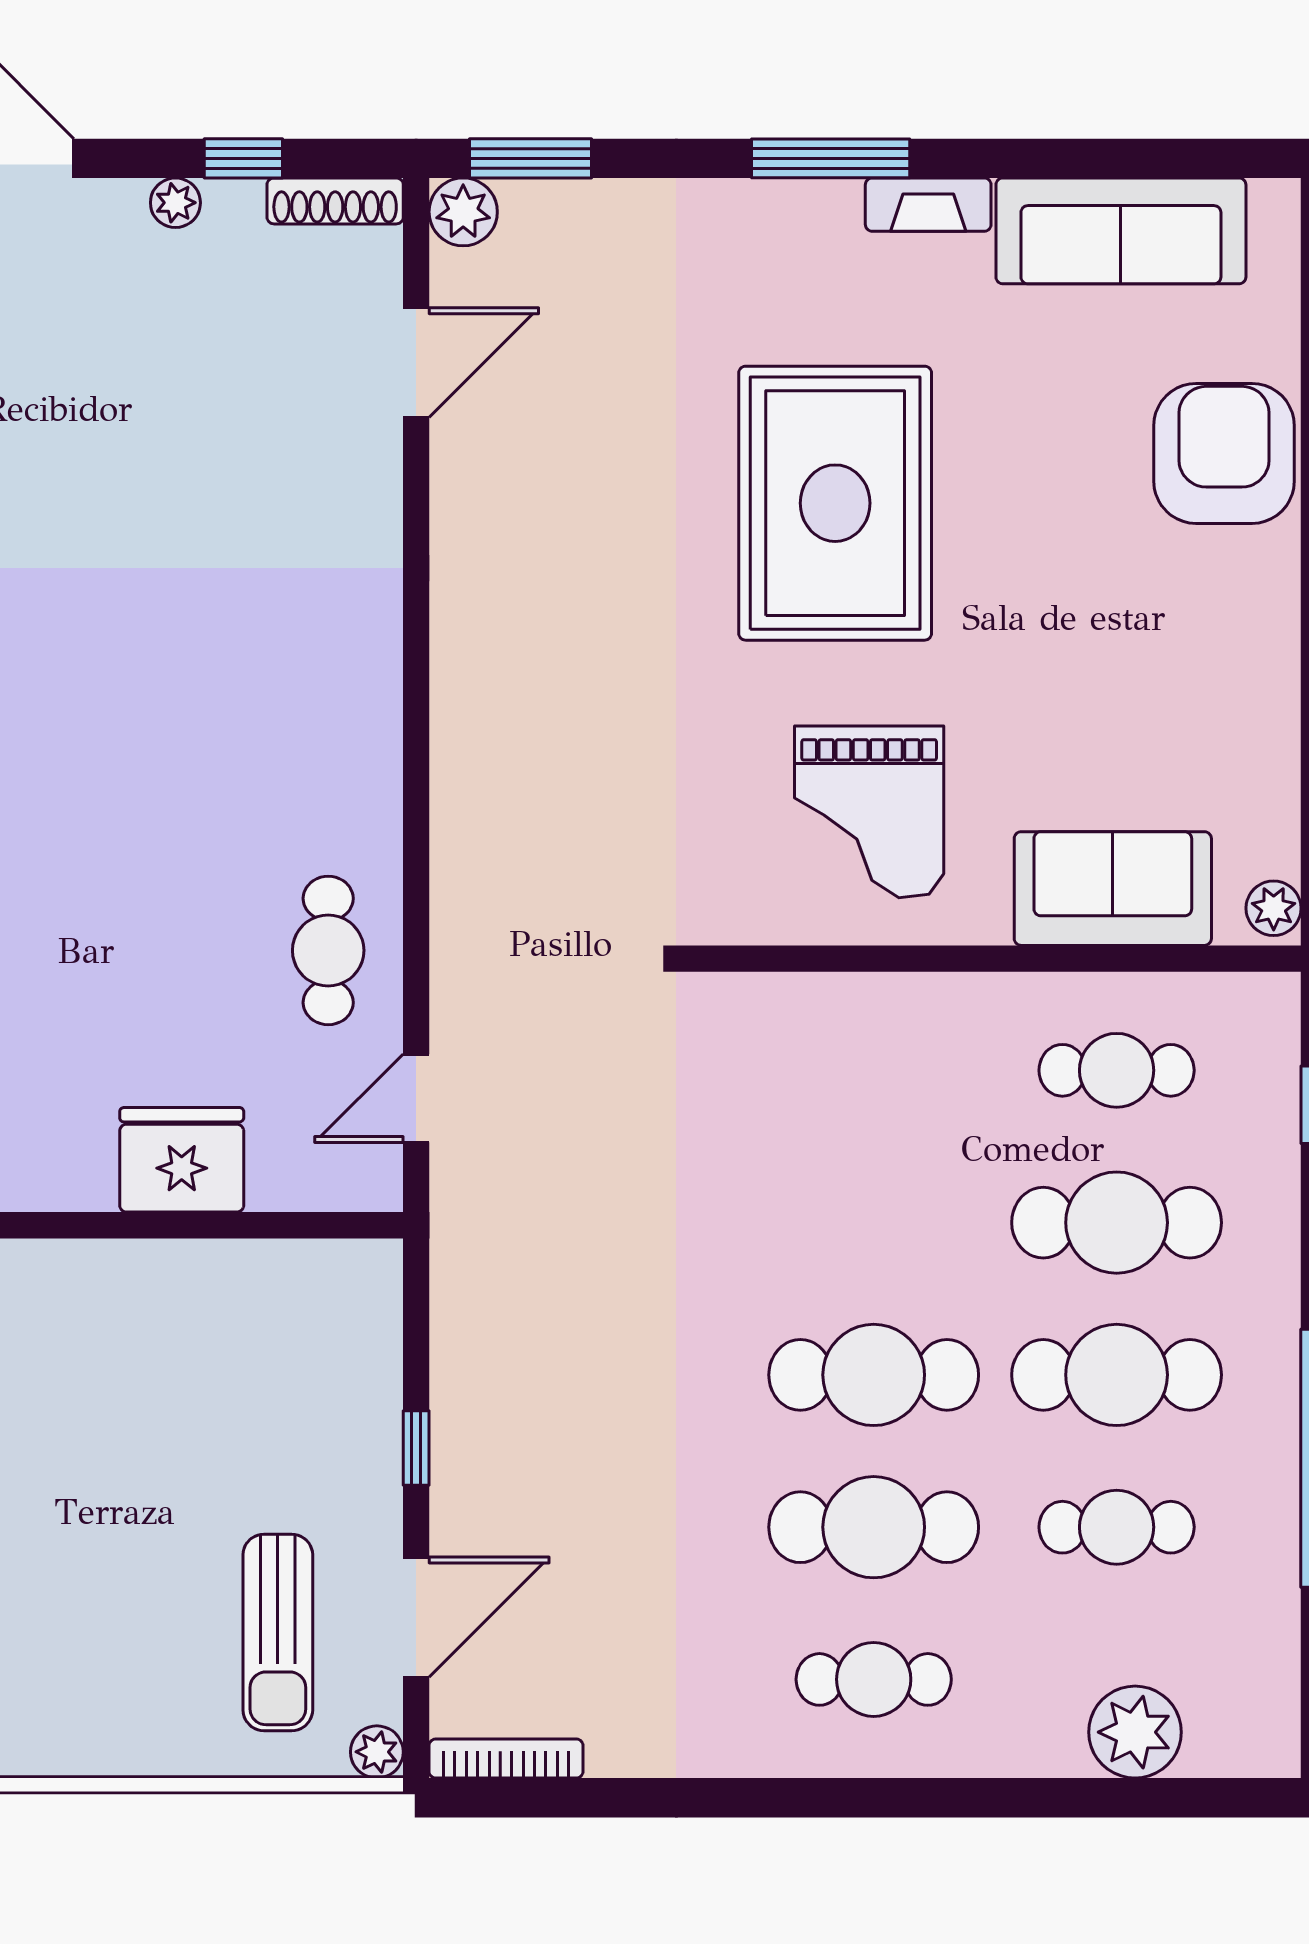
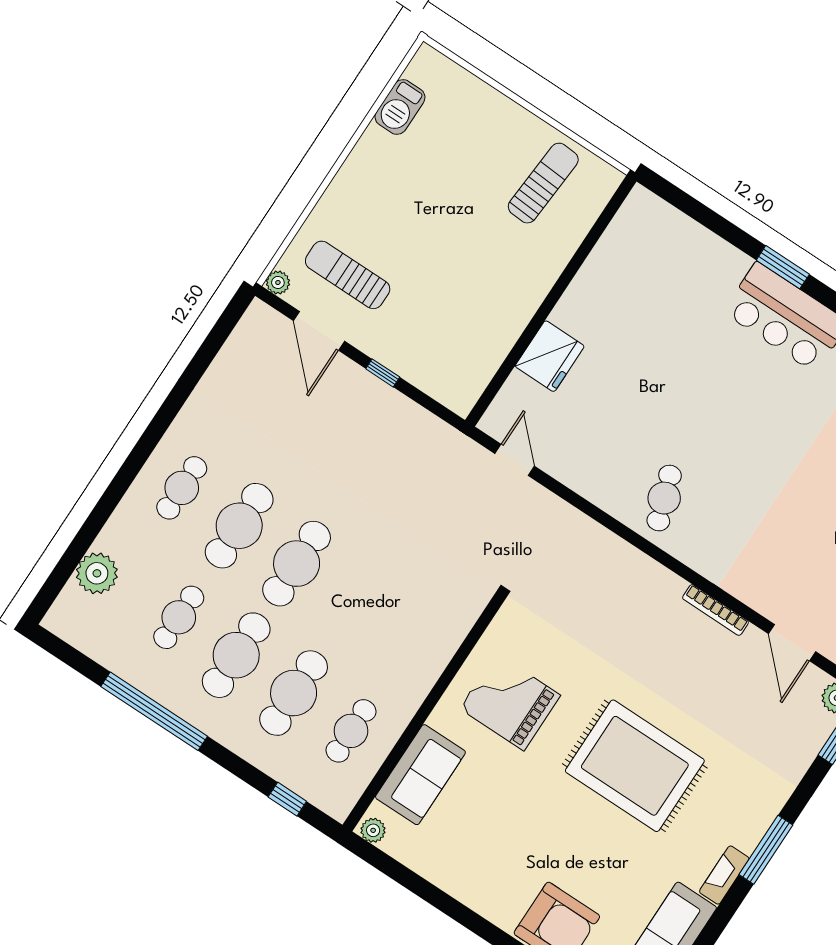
cafe table: (328, 950) -> (664, 498), moved, turned 71
bookcase: (506, 1759) -> (715, 610), moved, turned 90

